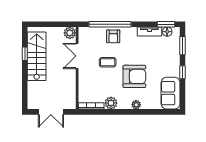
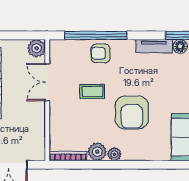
armchair: (113, 36) -> (101, 53), turned 90
armchair: (134, 76) -> (132, 112), turned 90
plant: (136, 105) -> (114, 154), moved

